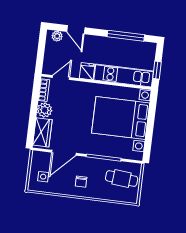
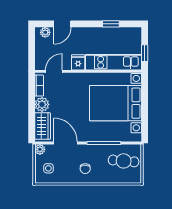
door: (76, 30) -> (62, 24), hinge flipped
window: (126, 36) -> (111, 24), width x0.46
door: (64, 153) -> (65, 143), swing flipped
plant: (37, 156) -> (40, 149), added

